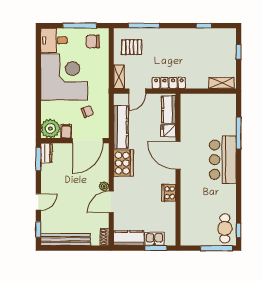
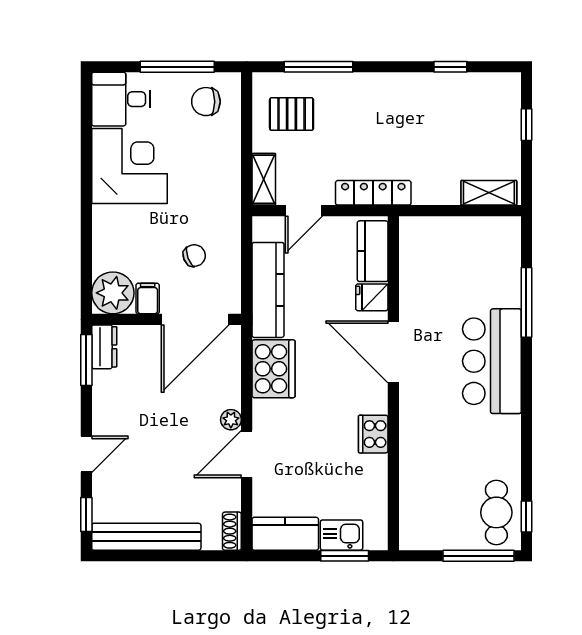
corner desk: (64, 77) -> (129, 166), width x0.74, depth x0.74

